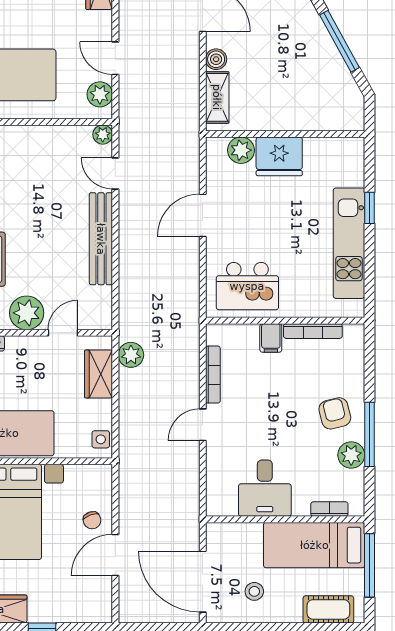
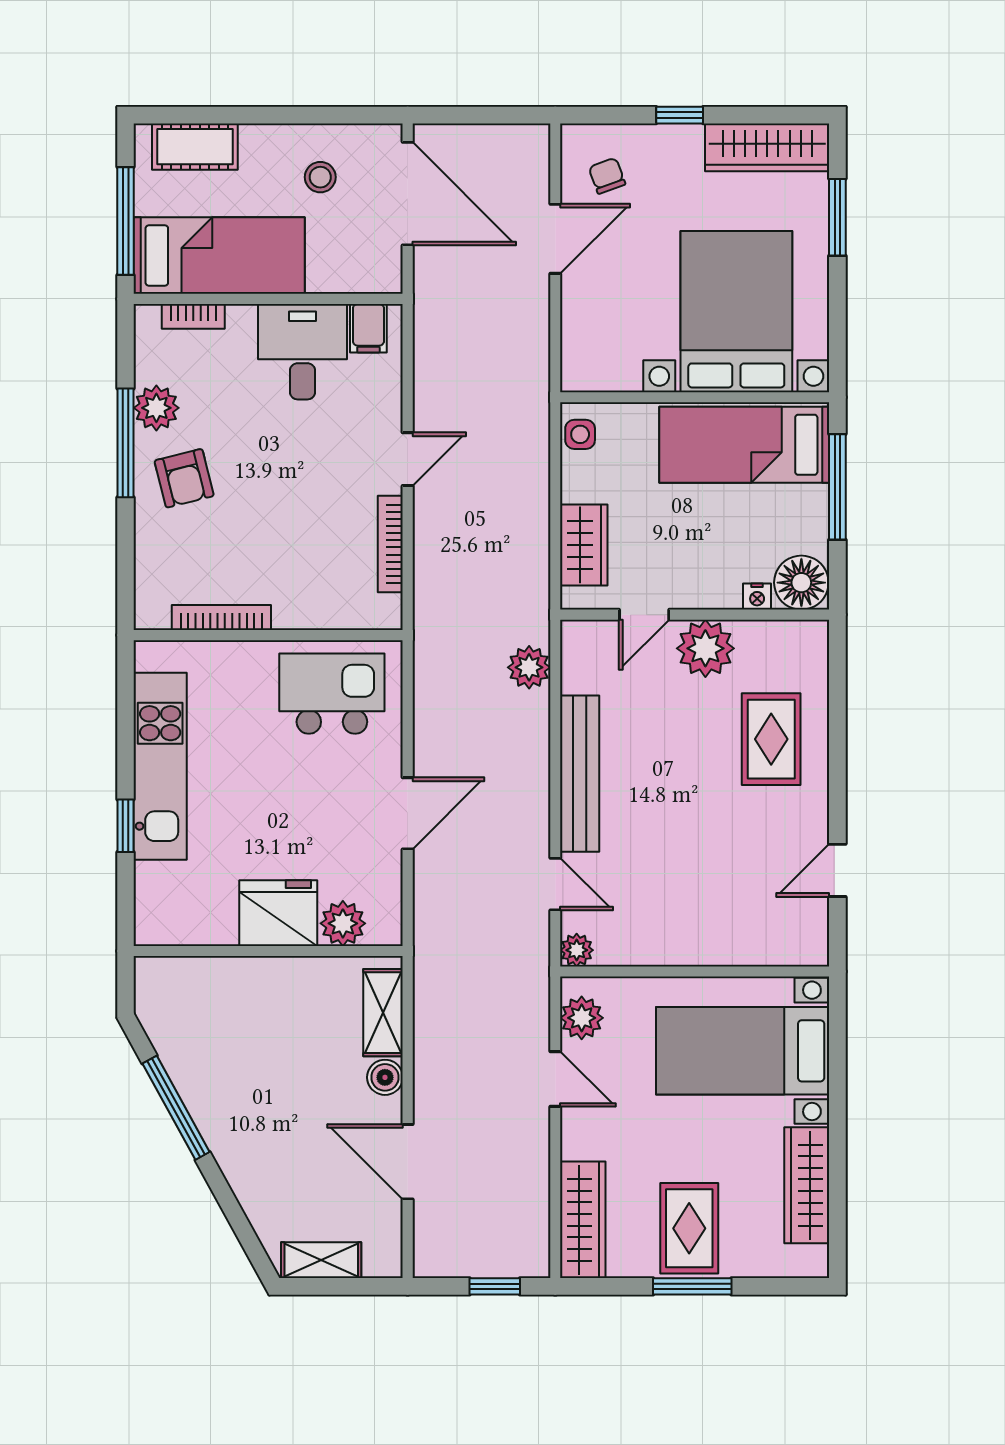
filing cabinet: (271, 338) -> (368, 328), moved, turned 180
plant: (131, 355) -> (529, 667), moved
chair: (92, 520) -> (607, 176), moved

